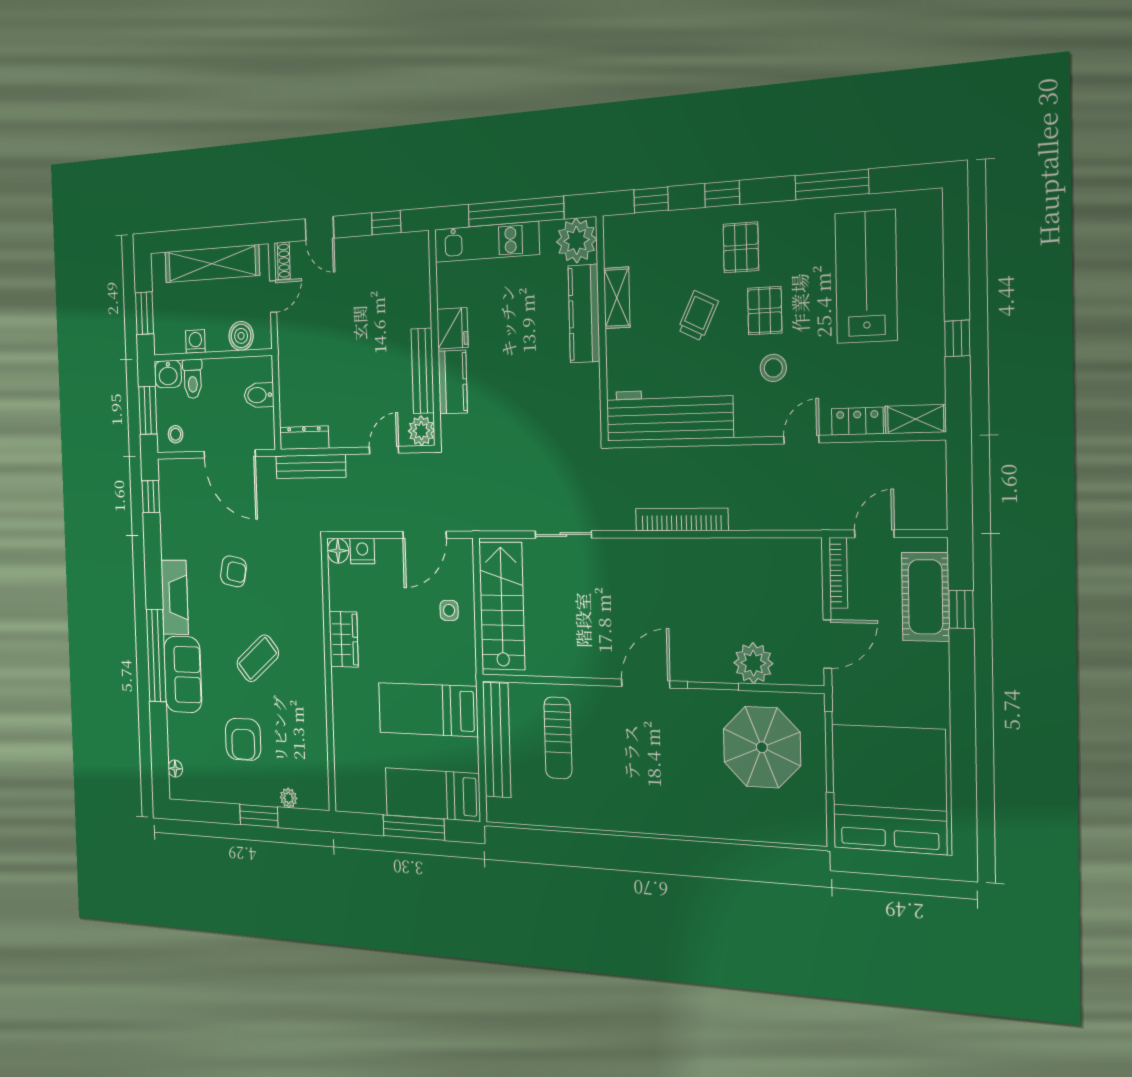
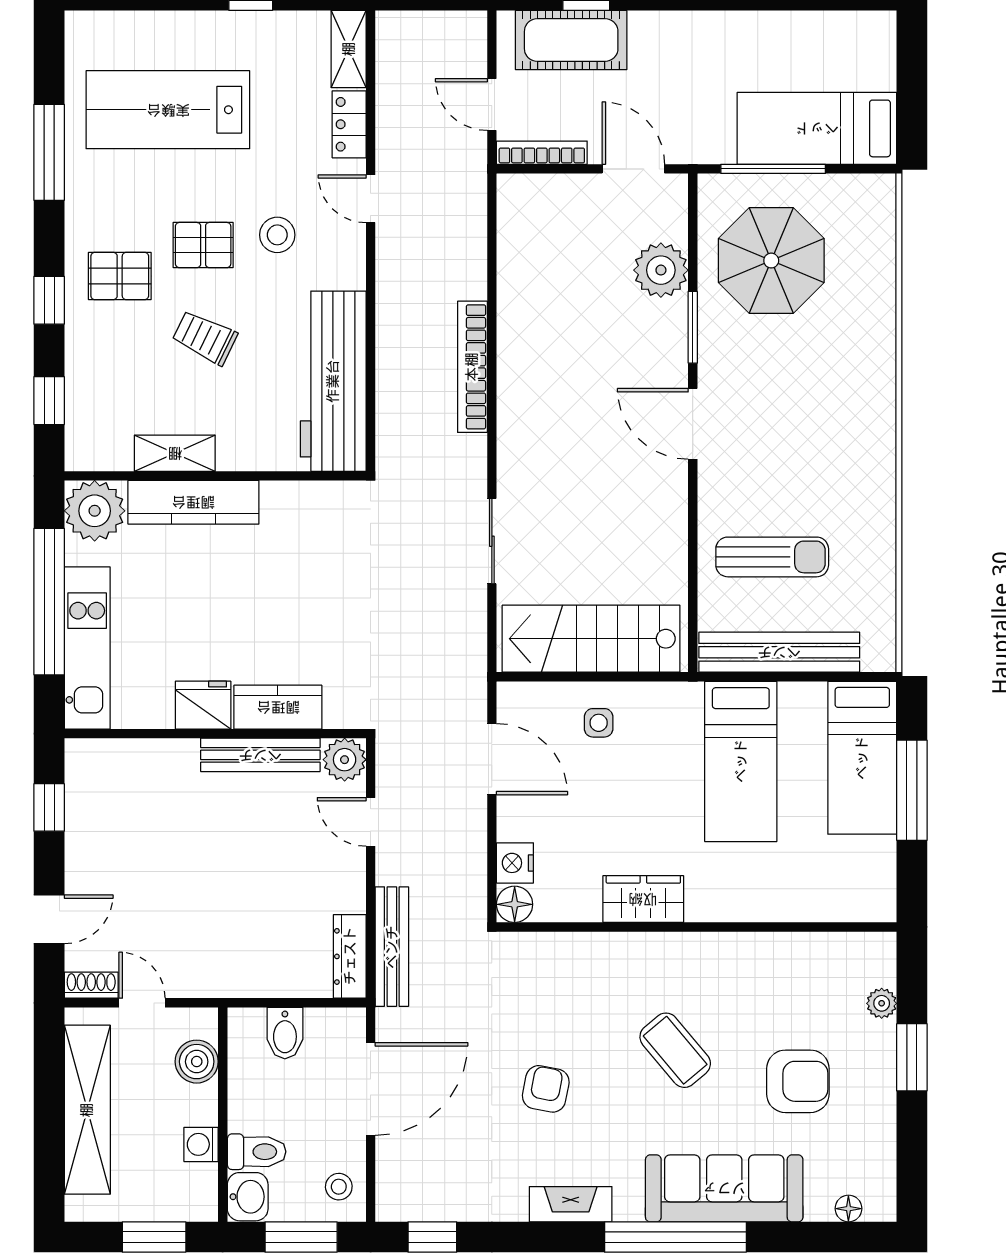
fireplace: (175, 597) -> (571, 1204), width x0.73, depth x0.76
sofa: (183, 674) -> (724, 1188), width x1.36
bed: (889, 789) -> (817, 128), width x0.49

